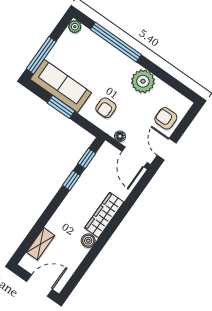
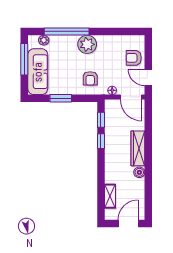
plant: (75, 27) -> (44, 40), moved
window: (41, 55) -> (24, 59), moved
plant: (143, 81) -> (87, 44), moved
sofa: (61, 86) -> (38, 72), moved, turned 90

